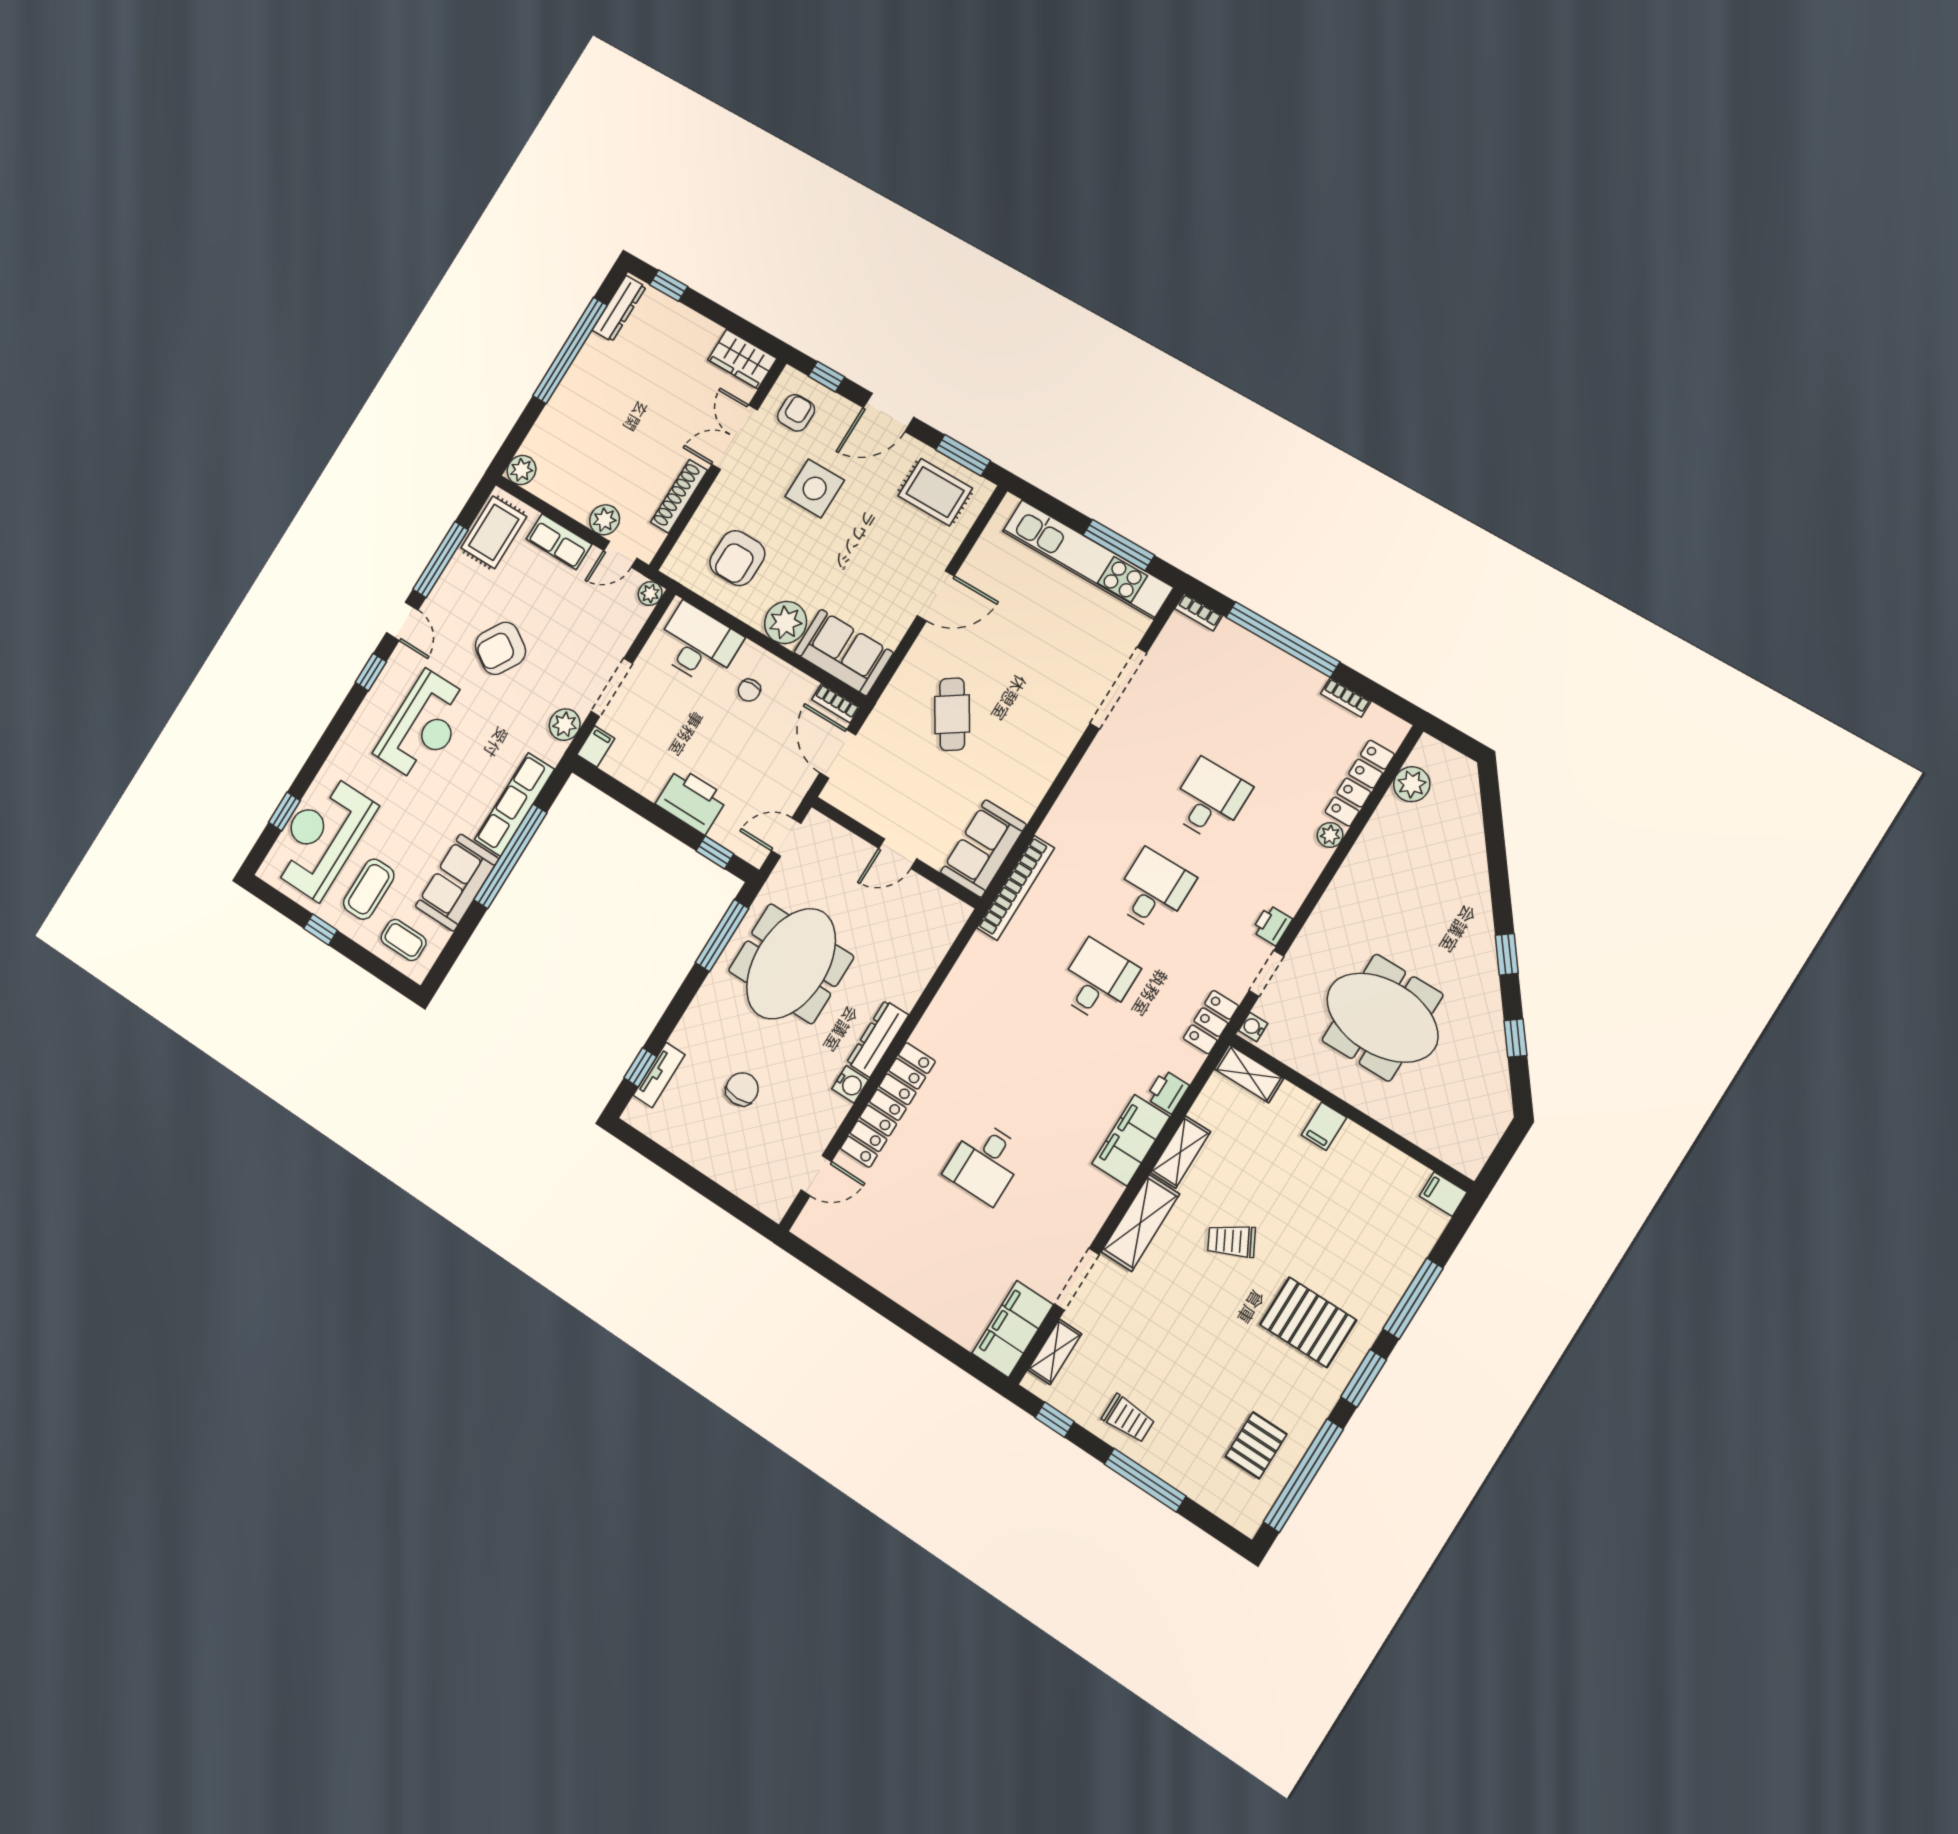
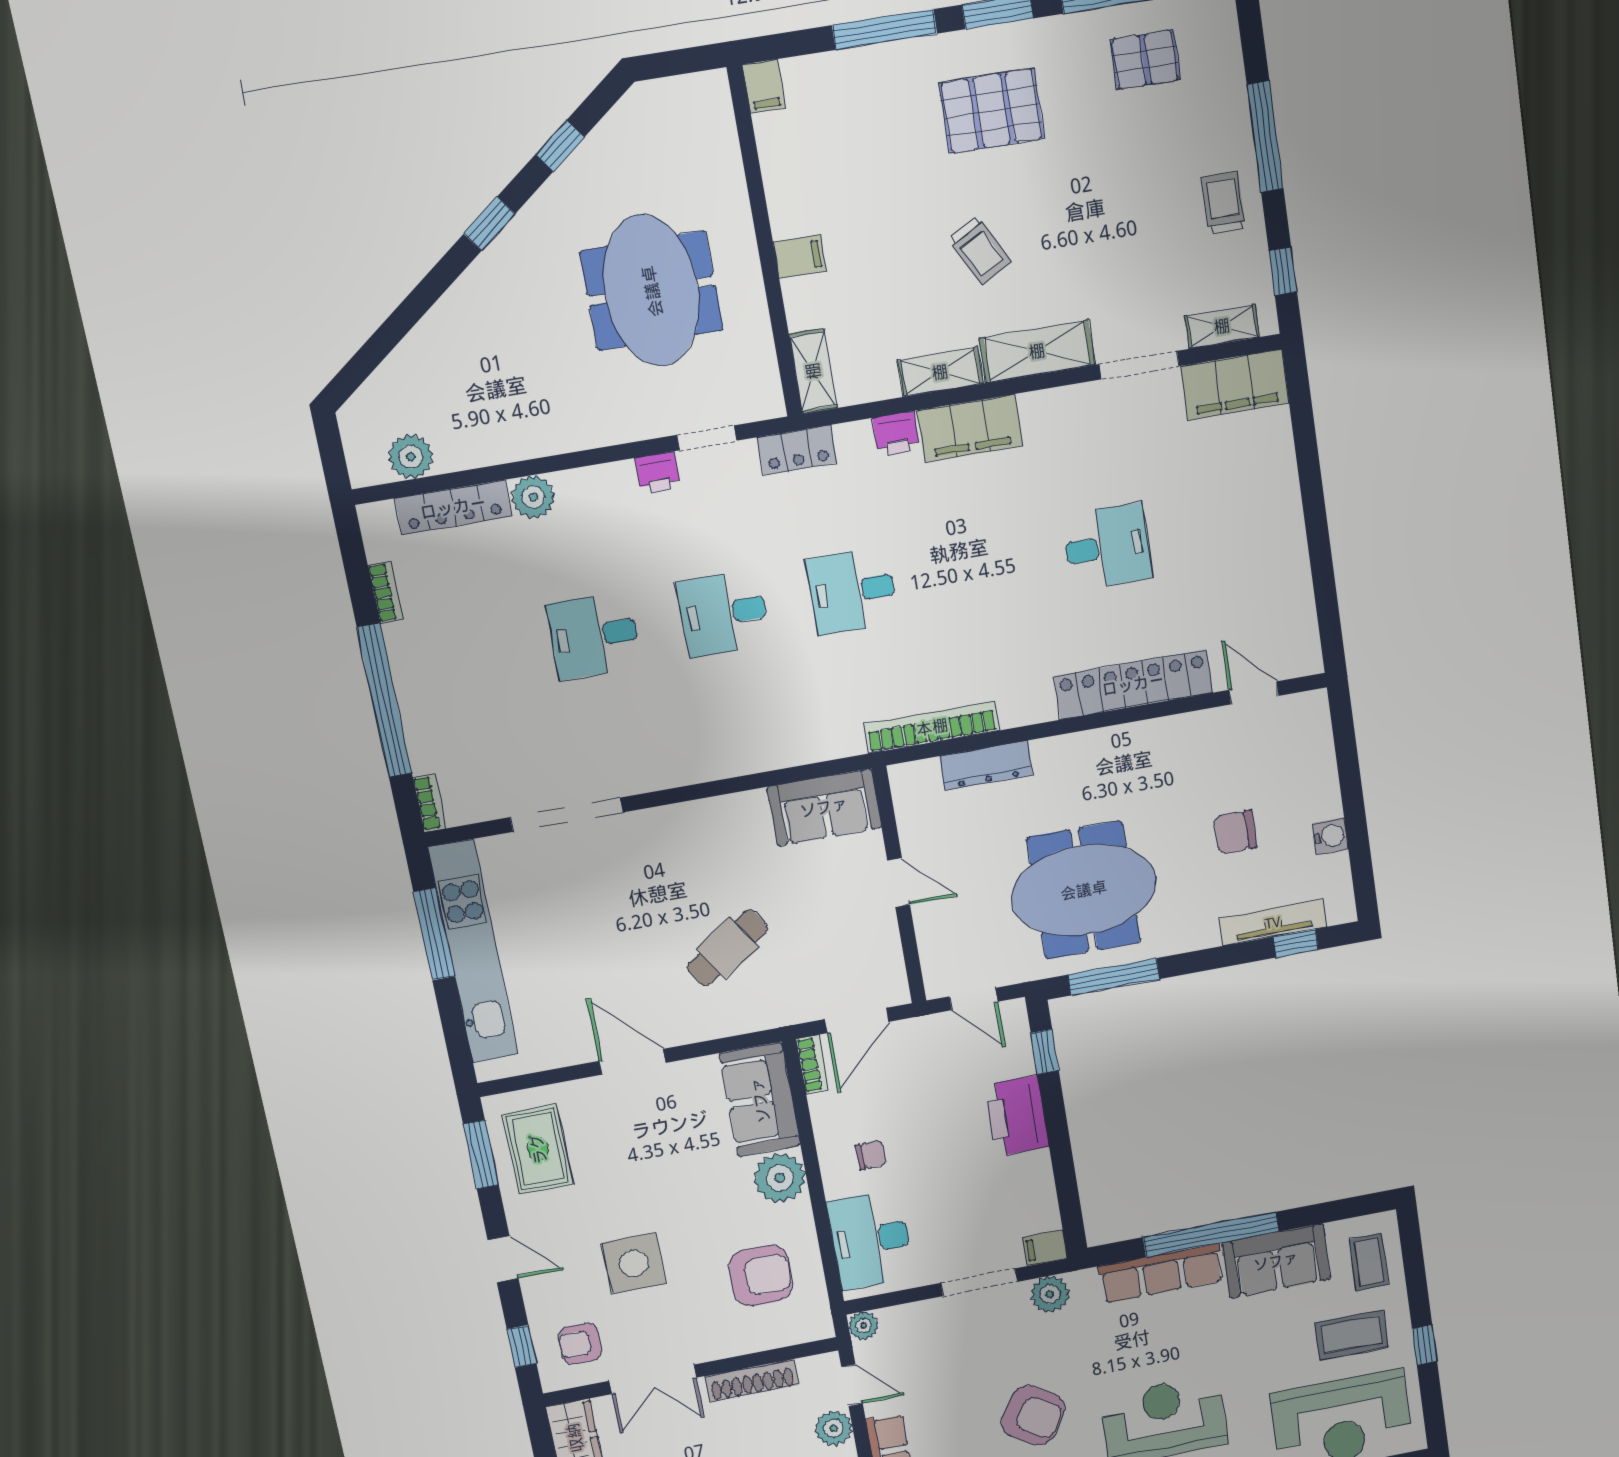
door: (889, 412) -> (503, 1259), width x0.73
plant: (1330, 835) -> (533, 497), width x1.38, depth x1.38
bookcase: (1016, 888) -> (932, 727), moved
water cooler: (1253, 1027) -> (767, 406), removed
dresser: (878, 1039) -> (986, 765), moved
tv unit: (659, 1075) -> (1273, 923), width x1.41
water cooler: (850, 1084) -> (1330, 836), moved, turned 90
pallet: (1308, 1322) -> (992, 111), turned 90

